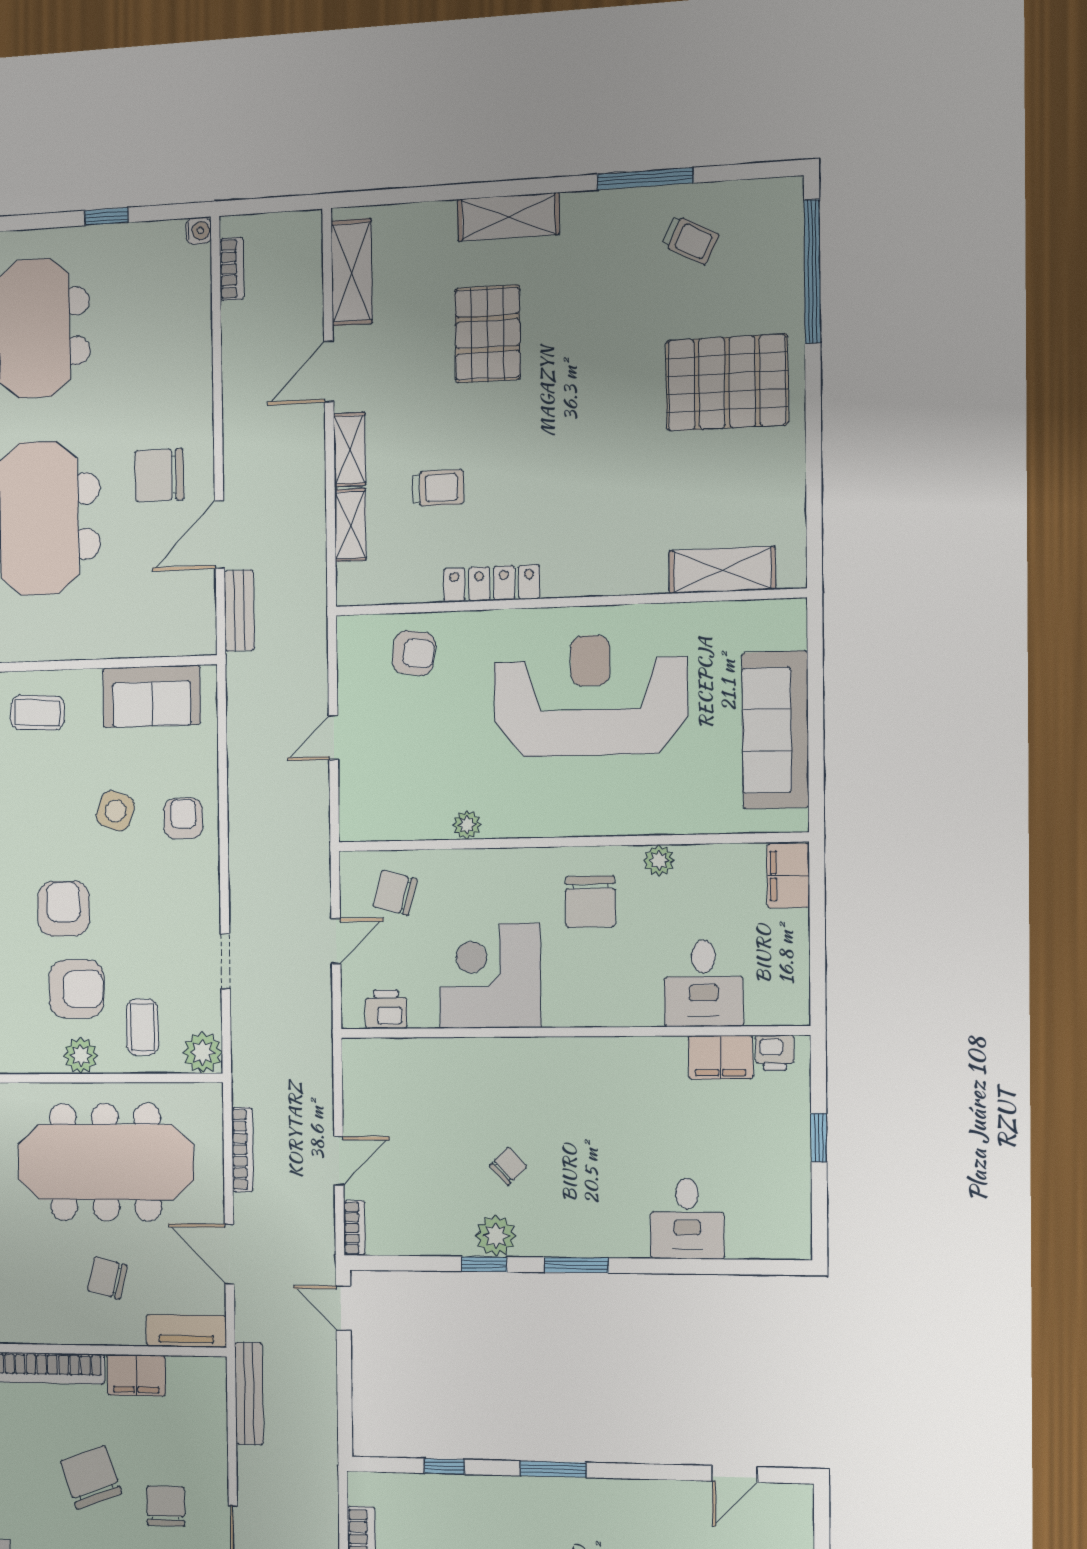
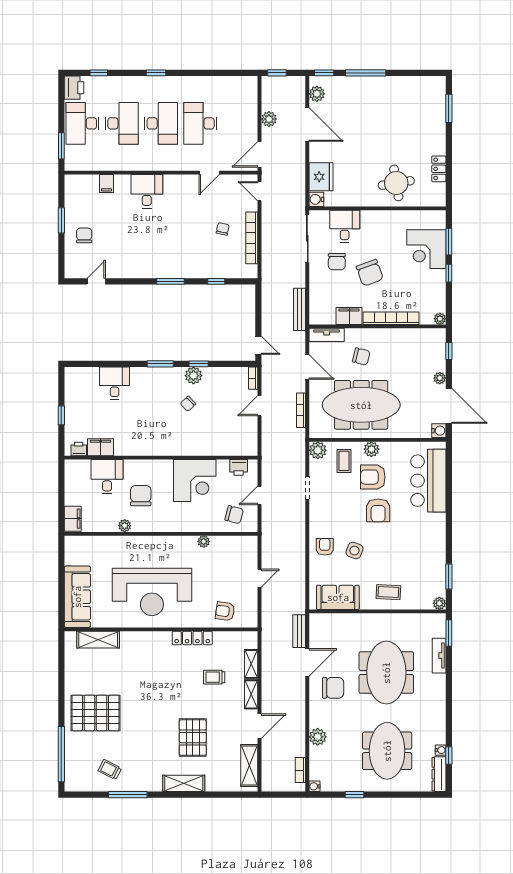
plant: (193, 353) -> (318, 737), added
sofa: (775, 730) -> (77, 597), moved
armchair: (183, 819) -> (325, 547), turned 180
chair: (590, 901) -> (141, 496), moved

